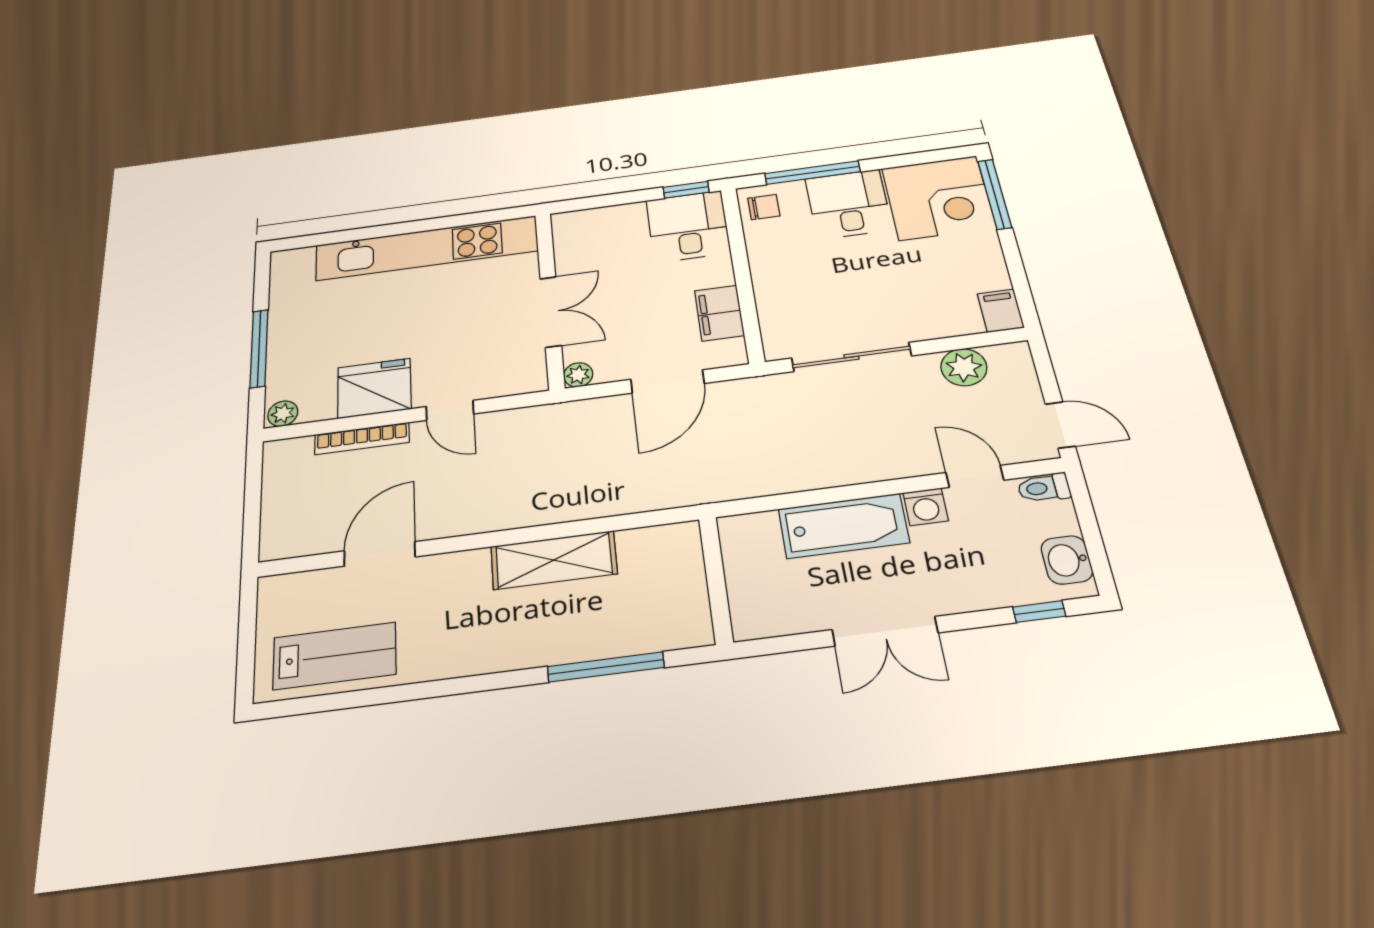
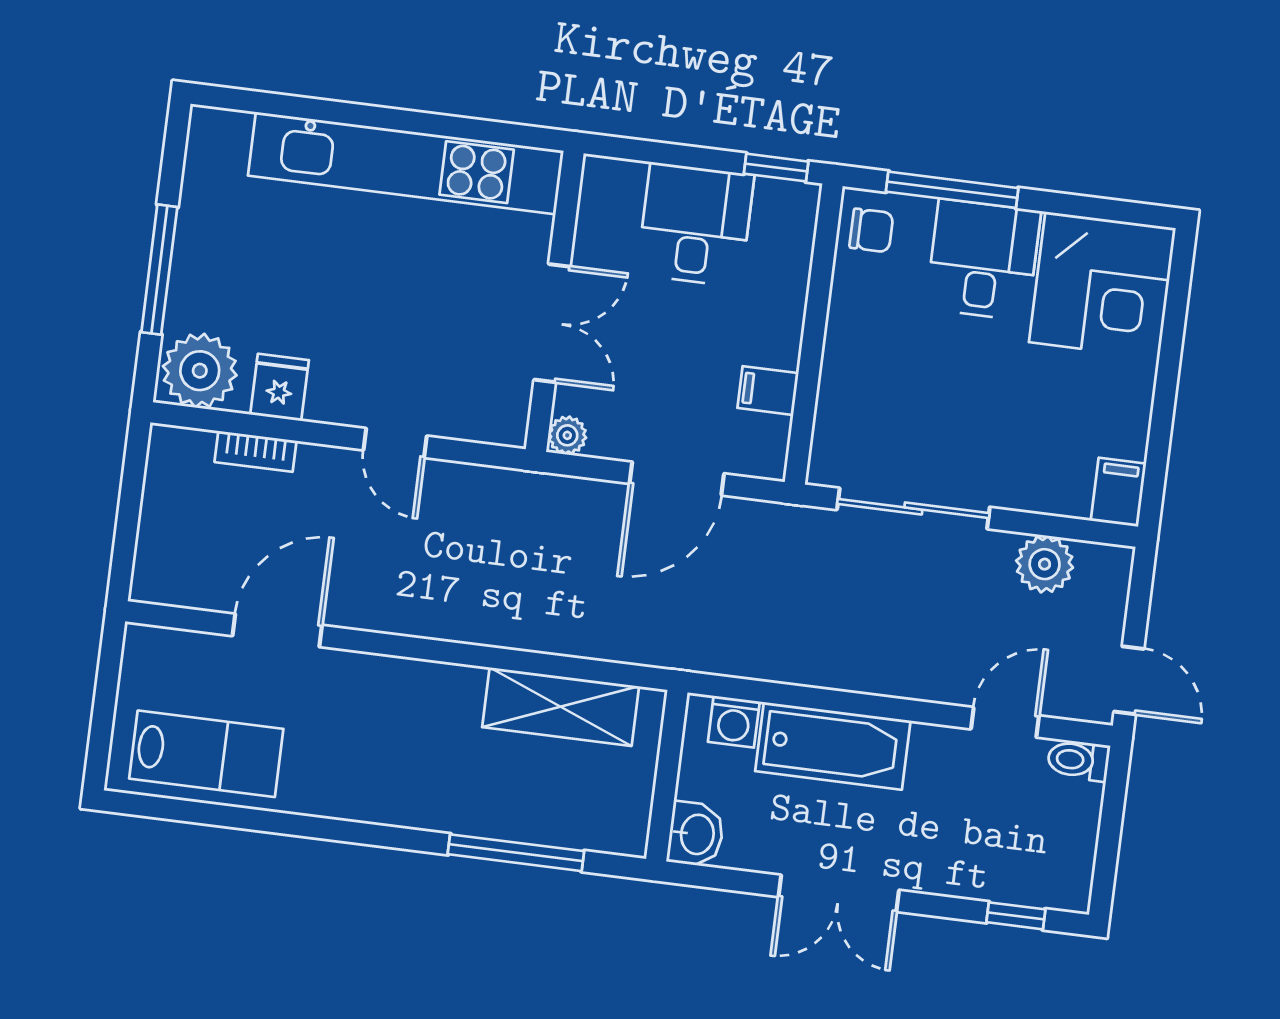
window: (995, 194) -> (1177, 302), removed
desk: (688, 226) -> (695, 225), moved
filing cabinet: (719, 313) -> (768, 391), width x0.50
fridge: (374, 388) -> (279, 387), width x0.53, depth x0.75
plant: (283, 414) -> (200, 371), width x1.88, depth x1.88
bookcase: (362, 438) -> (256, 451), width x0.64
door: (975, 476) -> (1005, 722), hinge flipped
washing machine: (926, 507) -> (734, 722), moved
shelving: (554, 560) -> (561, 707), moved
washbasin: (1067, 560) -> (696, 834), moved, turned 180

